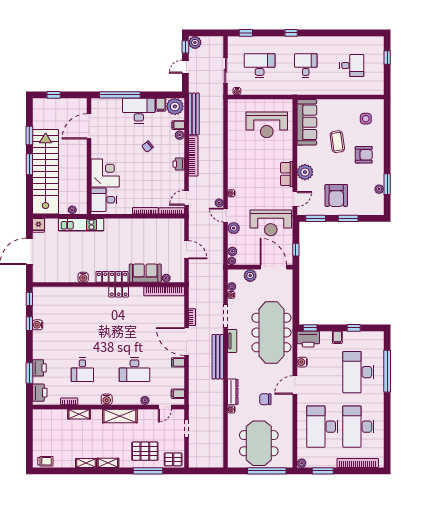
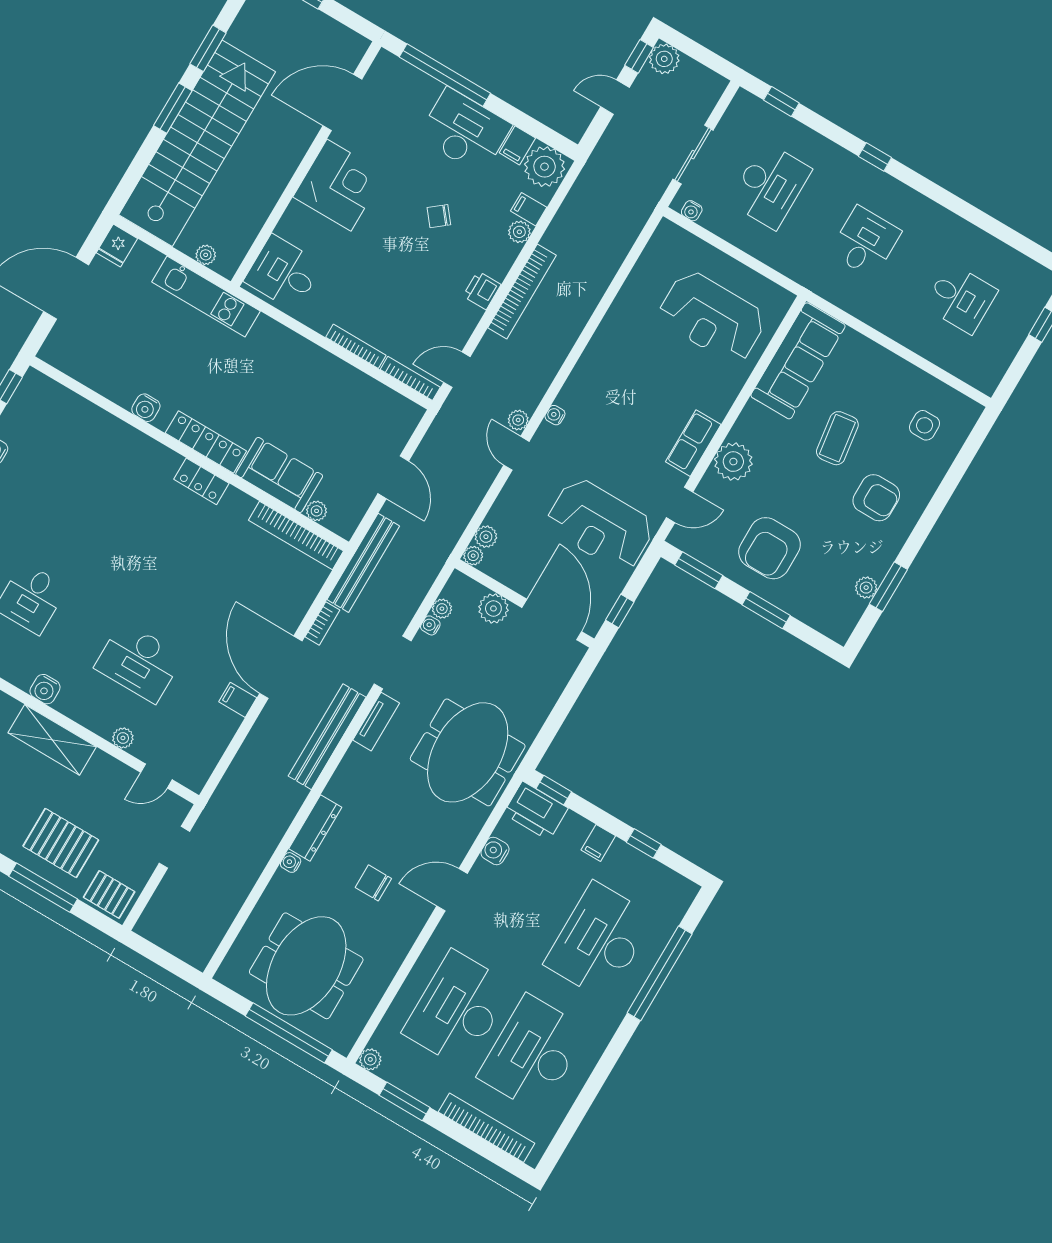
desk: (260, 66) -> (770, 186), turned 90
bench: (194, 114) -> (363, 563), moved
corner desk: (105, 173) -> (339, 185), moved
plant: (234, 228) -> (517, 490), removed
meeting table: (271, 333) -> (468, 752), width x0.73
filing cabinet: (178, 394) -> (199, 765), removed

